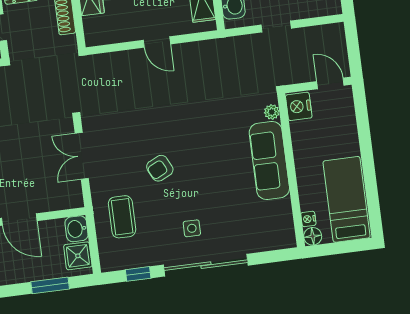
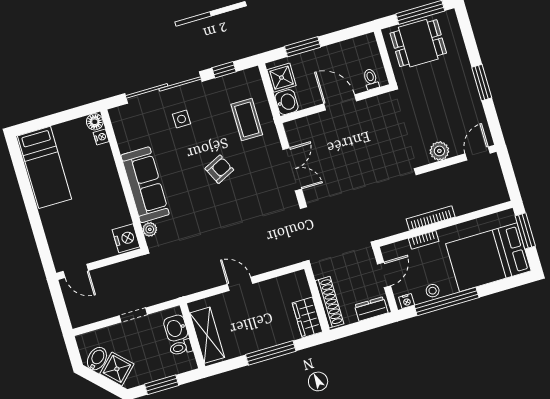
nightstand: (299, 106) -> (126, 238), moved
plant: (272, 112) -> (150, 229), moved
sofa: (269, 160) -> (145, 185), moved
wall: (291, 170) -> (124, 179), moved
nightstand: (308, 219) -> (101, 137), moved
floor lamp: (313, 236) -> (95, 122), moved

